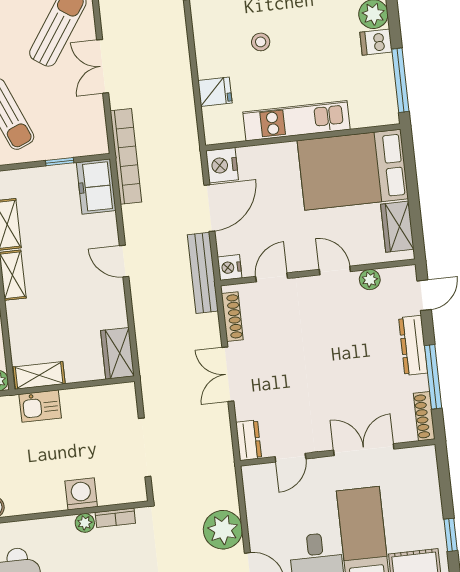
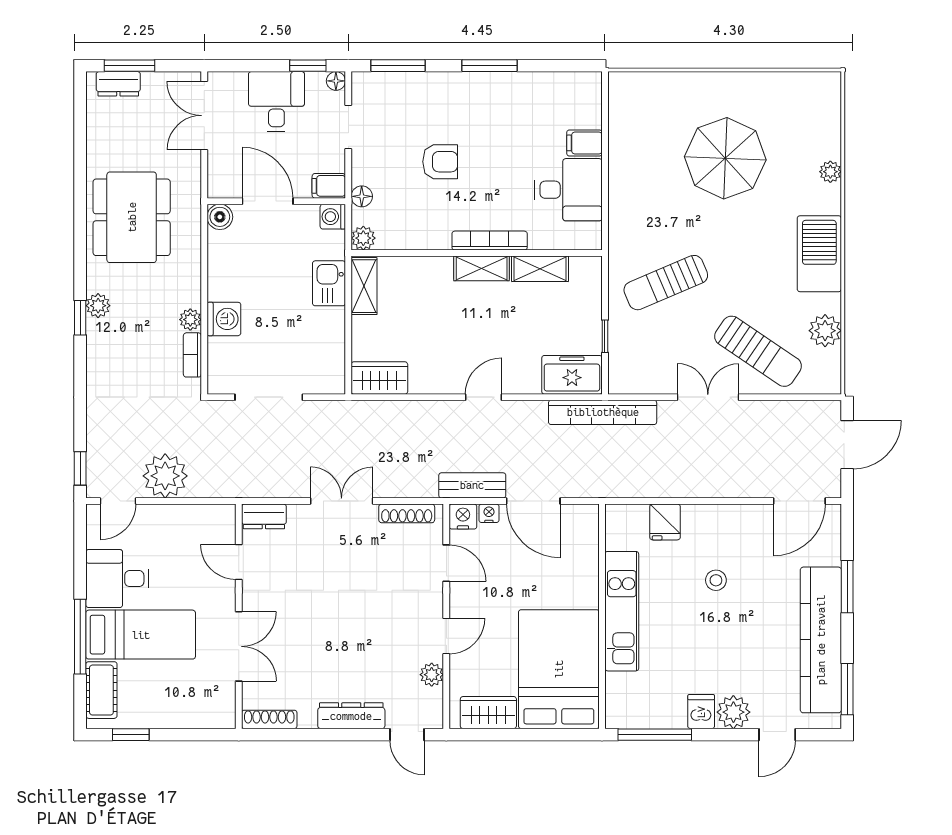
nightstand: (222, 165) -> (489, 513), moved, width x0.53, depth x0.56
bench: (203, 273) -> (472, 485), width x0.73
window: (433, 377) -> (313, 735), removed

